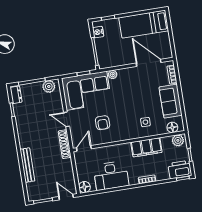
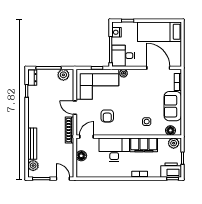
desk: (109, 56) -> (123, 56), added
desk: (111, 176) -> (114, 150), moved, turned 180
floor lamp: (84, 187) -> (81, 156), moved
plant: (32, 188) -> (33, 166), added

